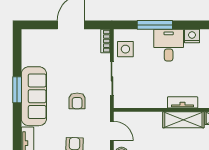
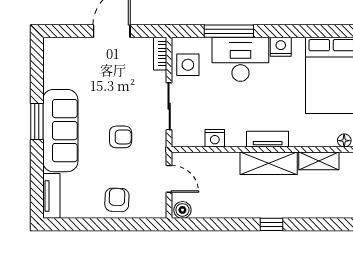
desk: (169, 45) -> (240, 59), width x1.37
armchair: (77, 101) -> (121, 137), turned -90
nightstand: (145, 102) -> (215, 138), added

